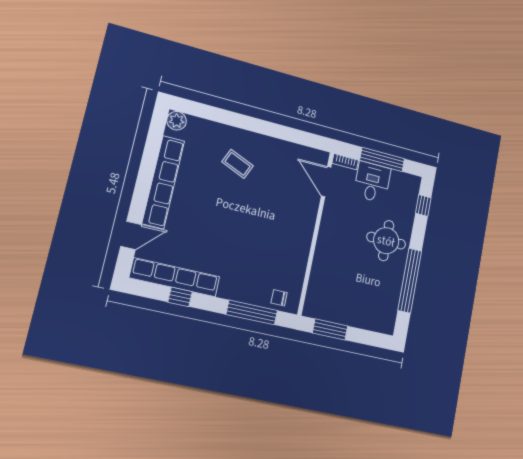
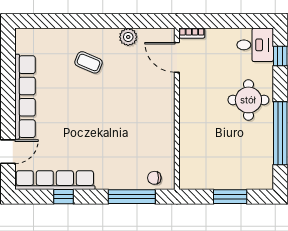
plant: (177, 121) -> (128, 37), moved
window: (382, 159) -> (229, 21), removed
desk: (372, 182) -> (255, 45), moved, turned 90
window: (330, 329) -> (230, 197), moved

